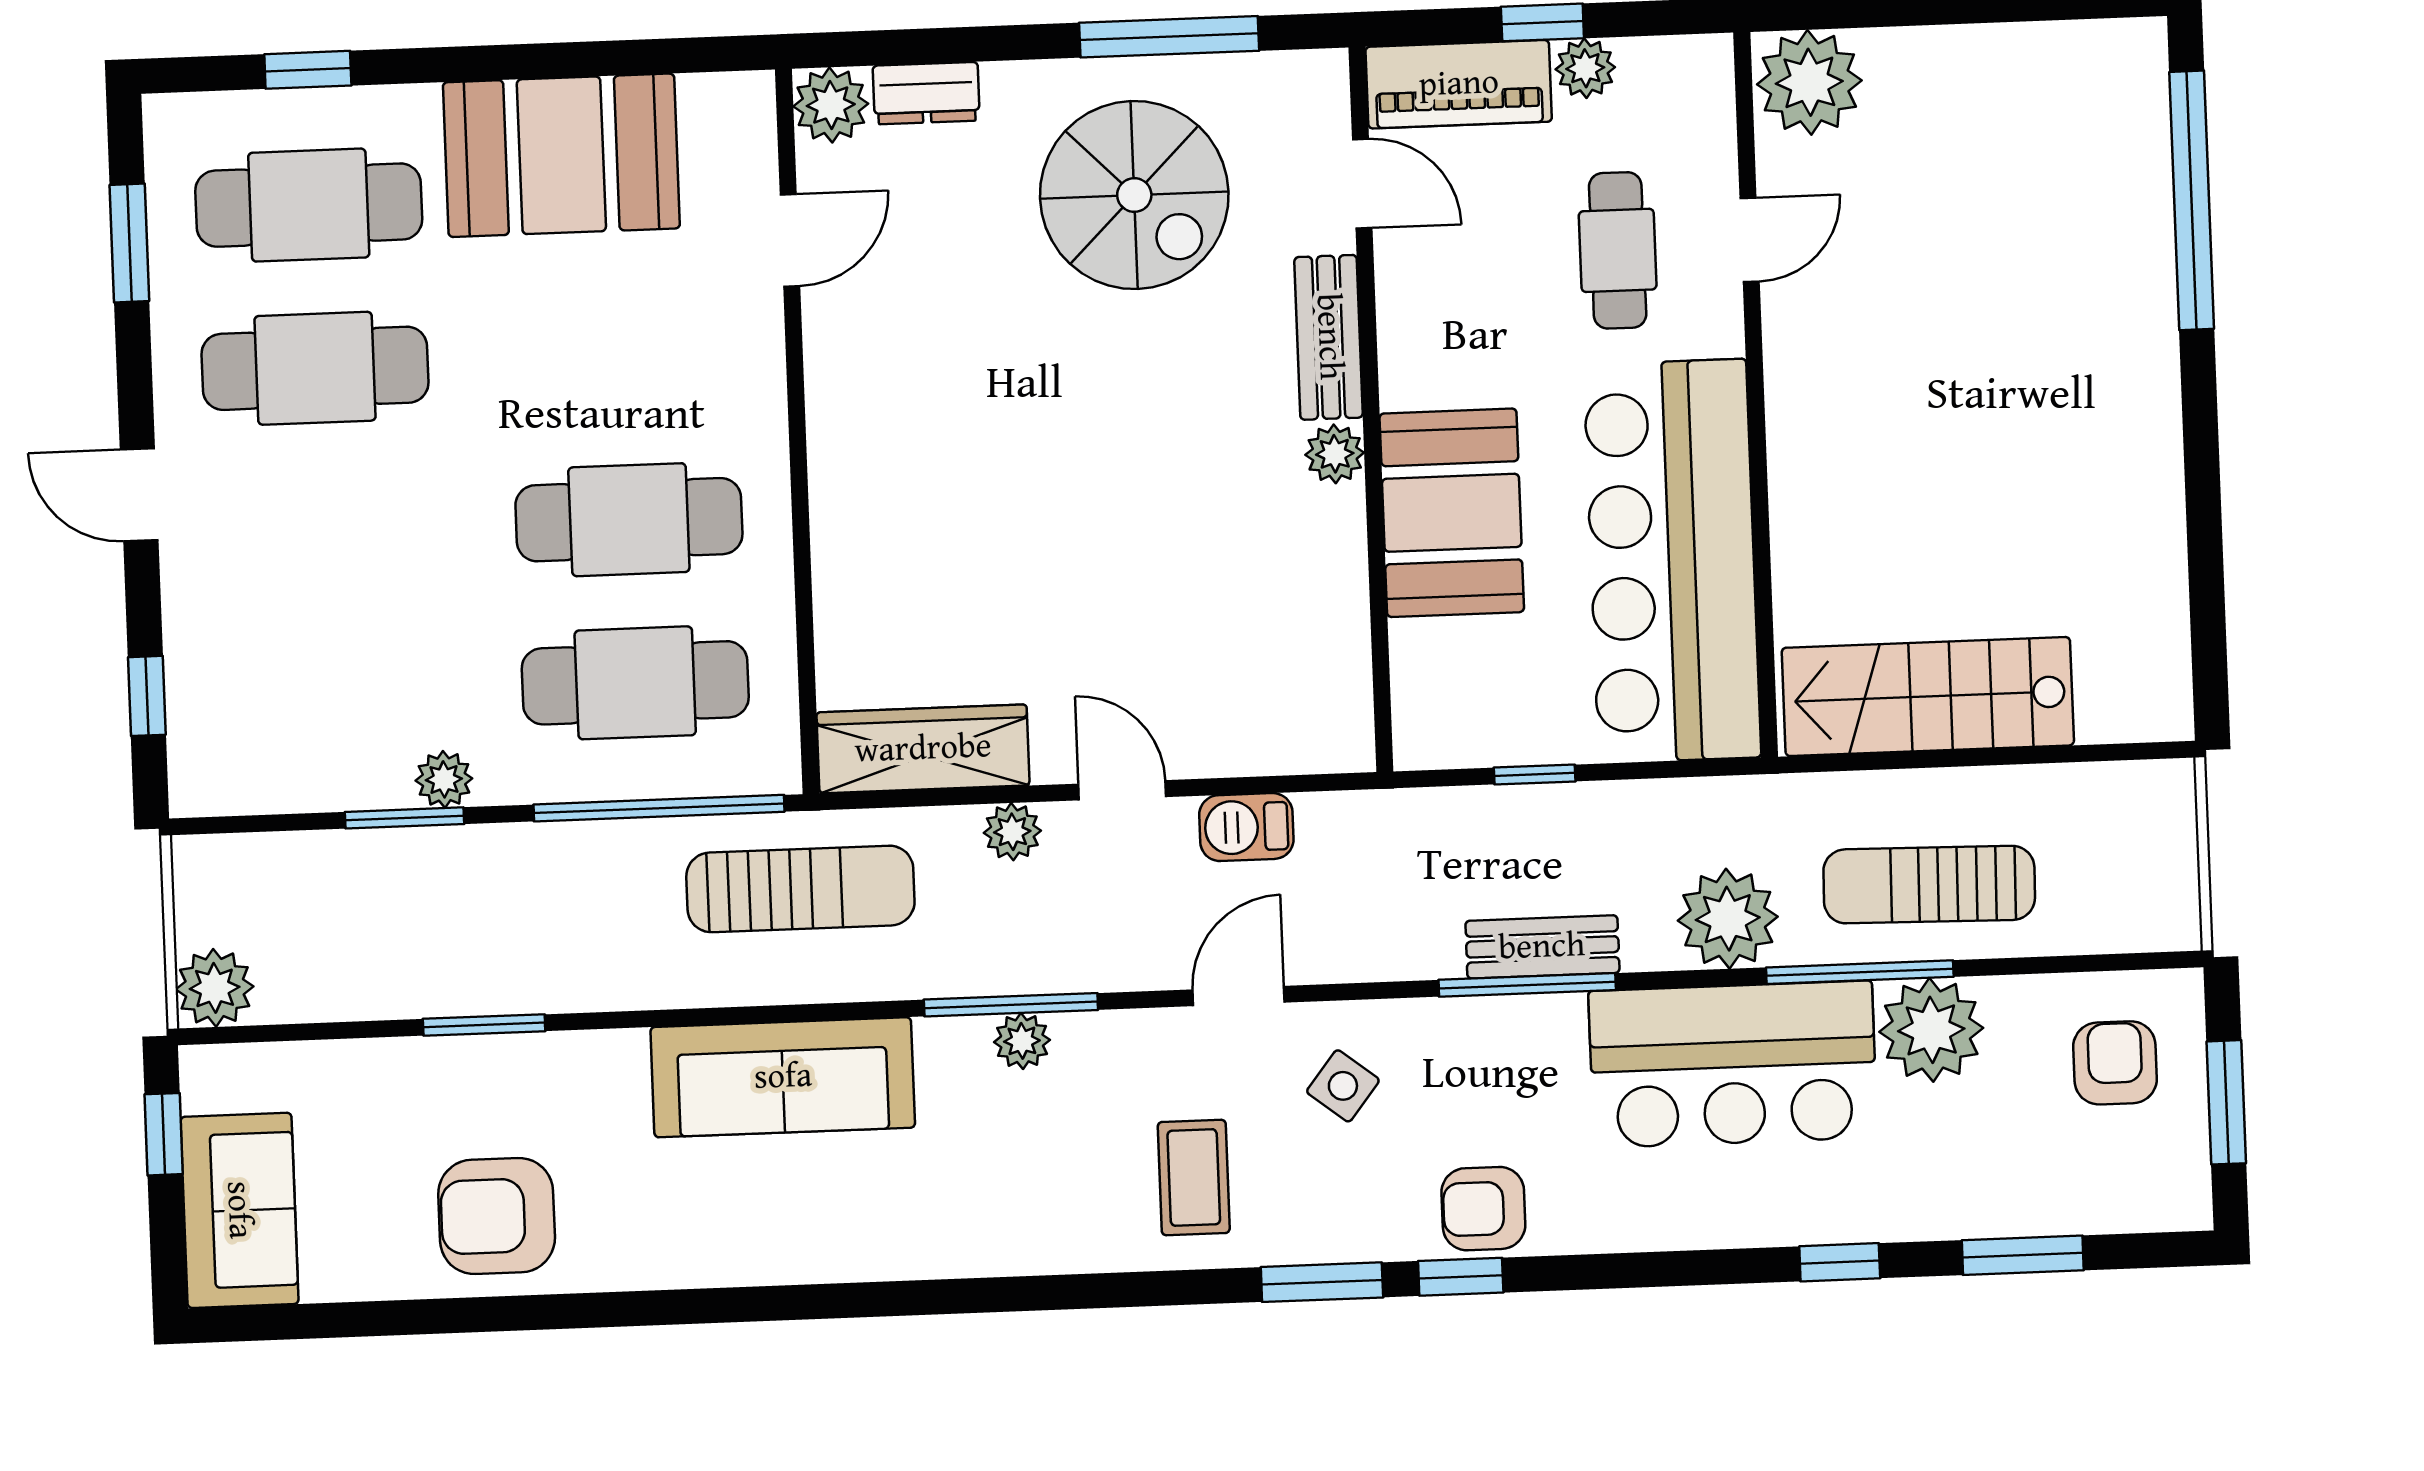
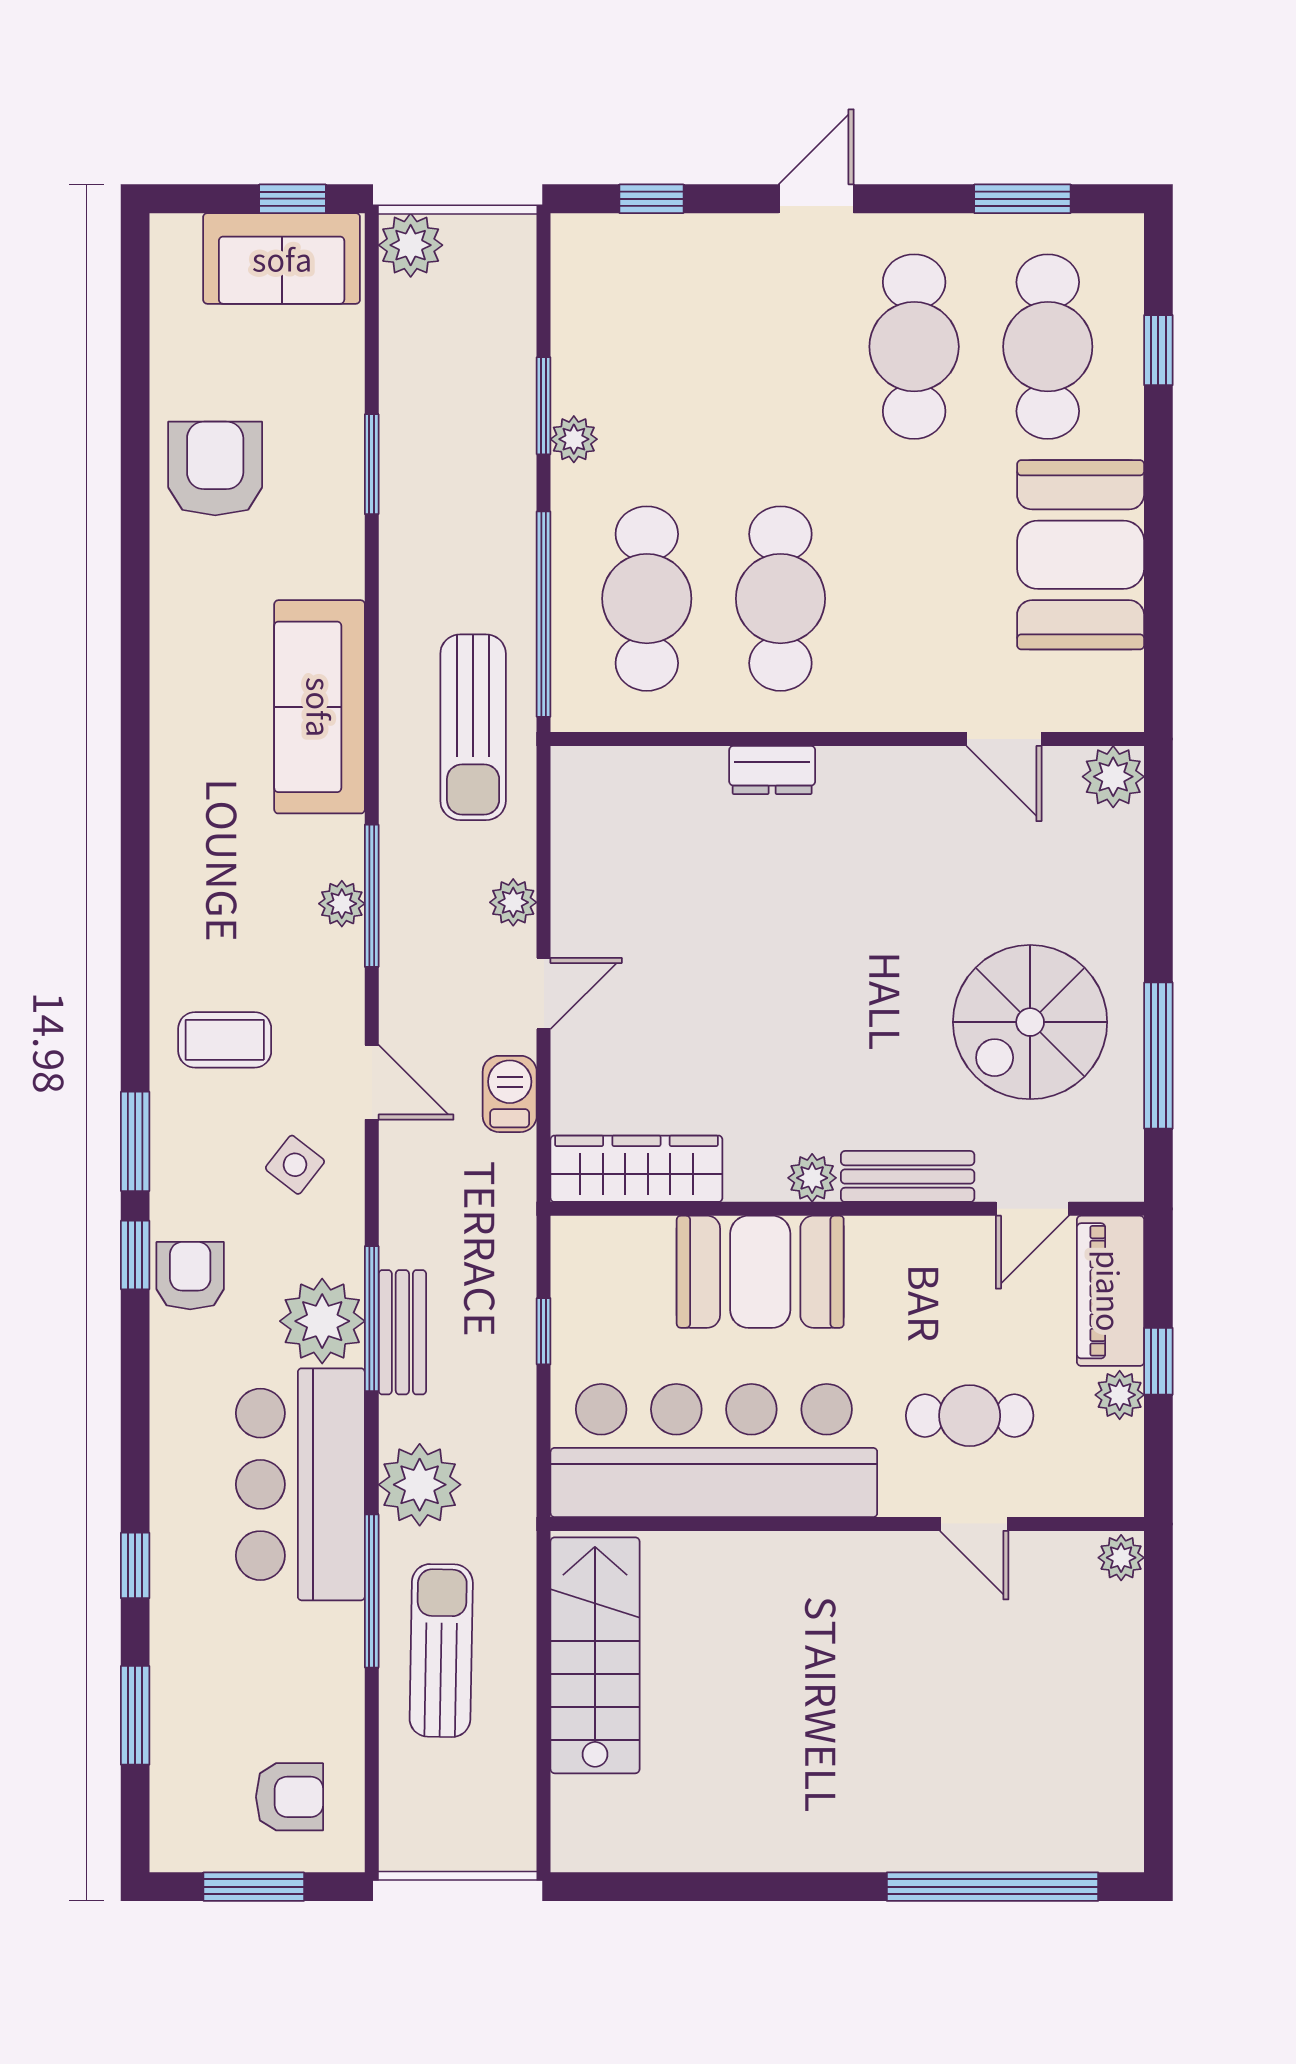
plant: (1809, 82) -> (1121, 1558), width x0.53, depth x0.53
dresser: (926, 93) -> (772, 770), moved, turned -90
wardrobe: (923, 749) -> (636, 1169), moved, turned -90
plant: (1931, 1030) -> (322, 1321), moved
sofa: (239, 1210) -> (282, 258), moved

